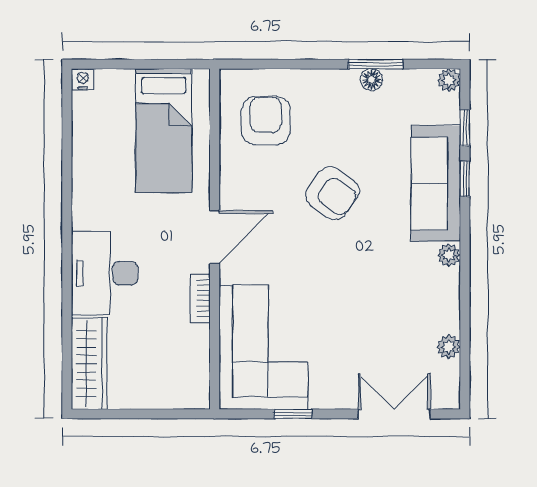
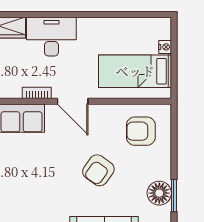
nightstand: (83, 79) -> (165, 47), moved
floor lamp: (371, 80) -> (159, 193), width x1.89, depth x1.89
armchair: (266, 121) -> (141, 131), turned 180

